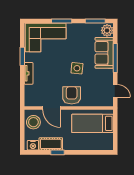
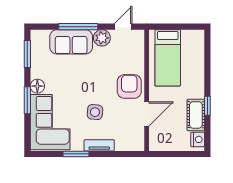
floor lamp: (72, 28) -> (37, 86), added
plant: (107, 30) -> (102, 38), moved
side table: (77, 68) -> (95, 112), moved
armchair: (72, 95) -> (129, 86), turned 90
stool: (33, 122) -> (166, 139), removed

